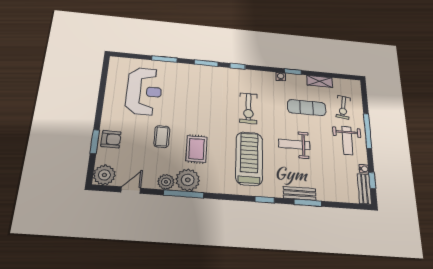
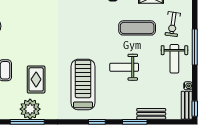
exercise bike: (248, 108) -> (82, 34), removed
window: (372, 180) -> (195, 109), moved
plant: (166, 182) -> (12, 112), removed
bench: (300, 193) -> (151, 114), moved

